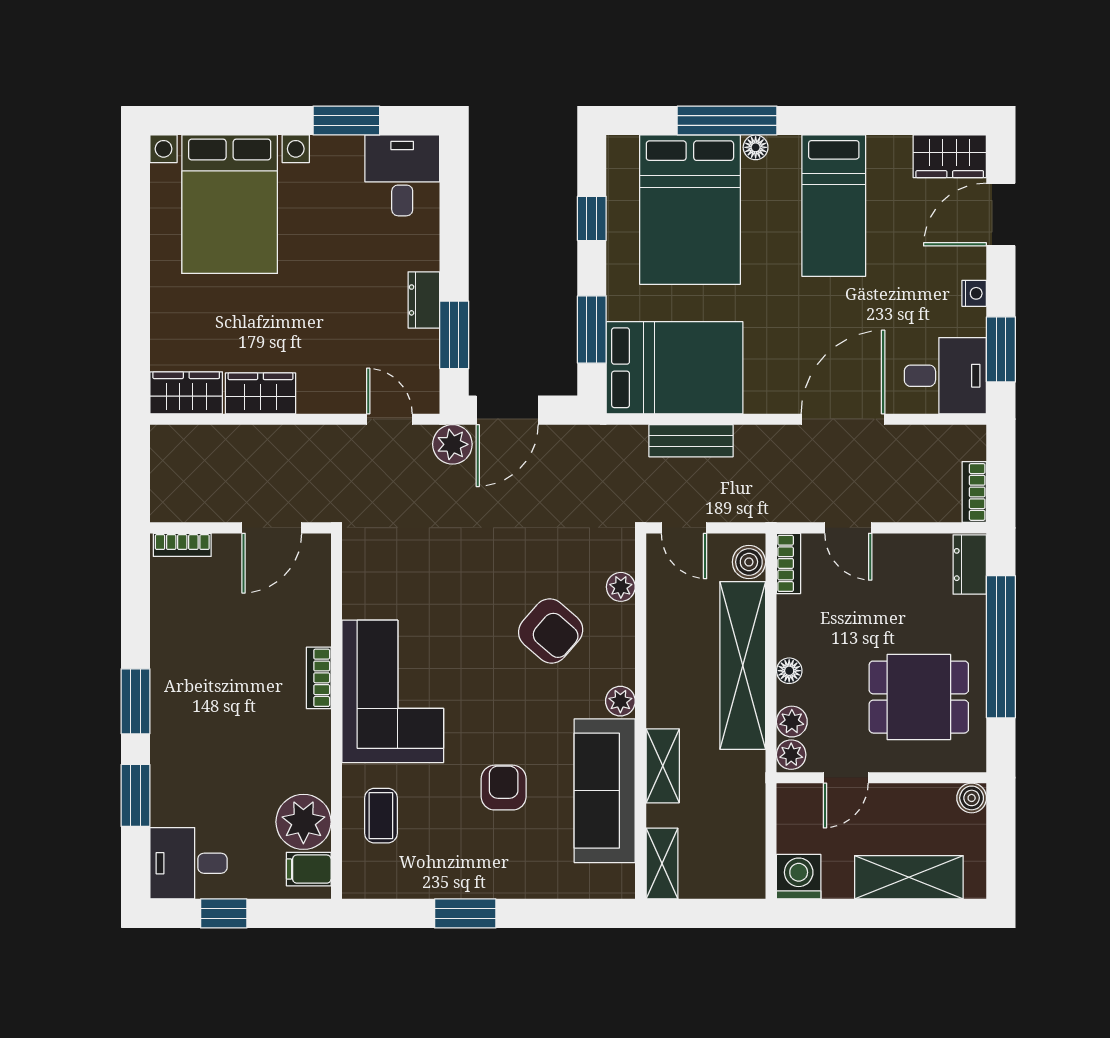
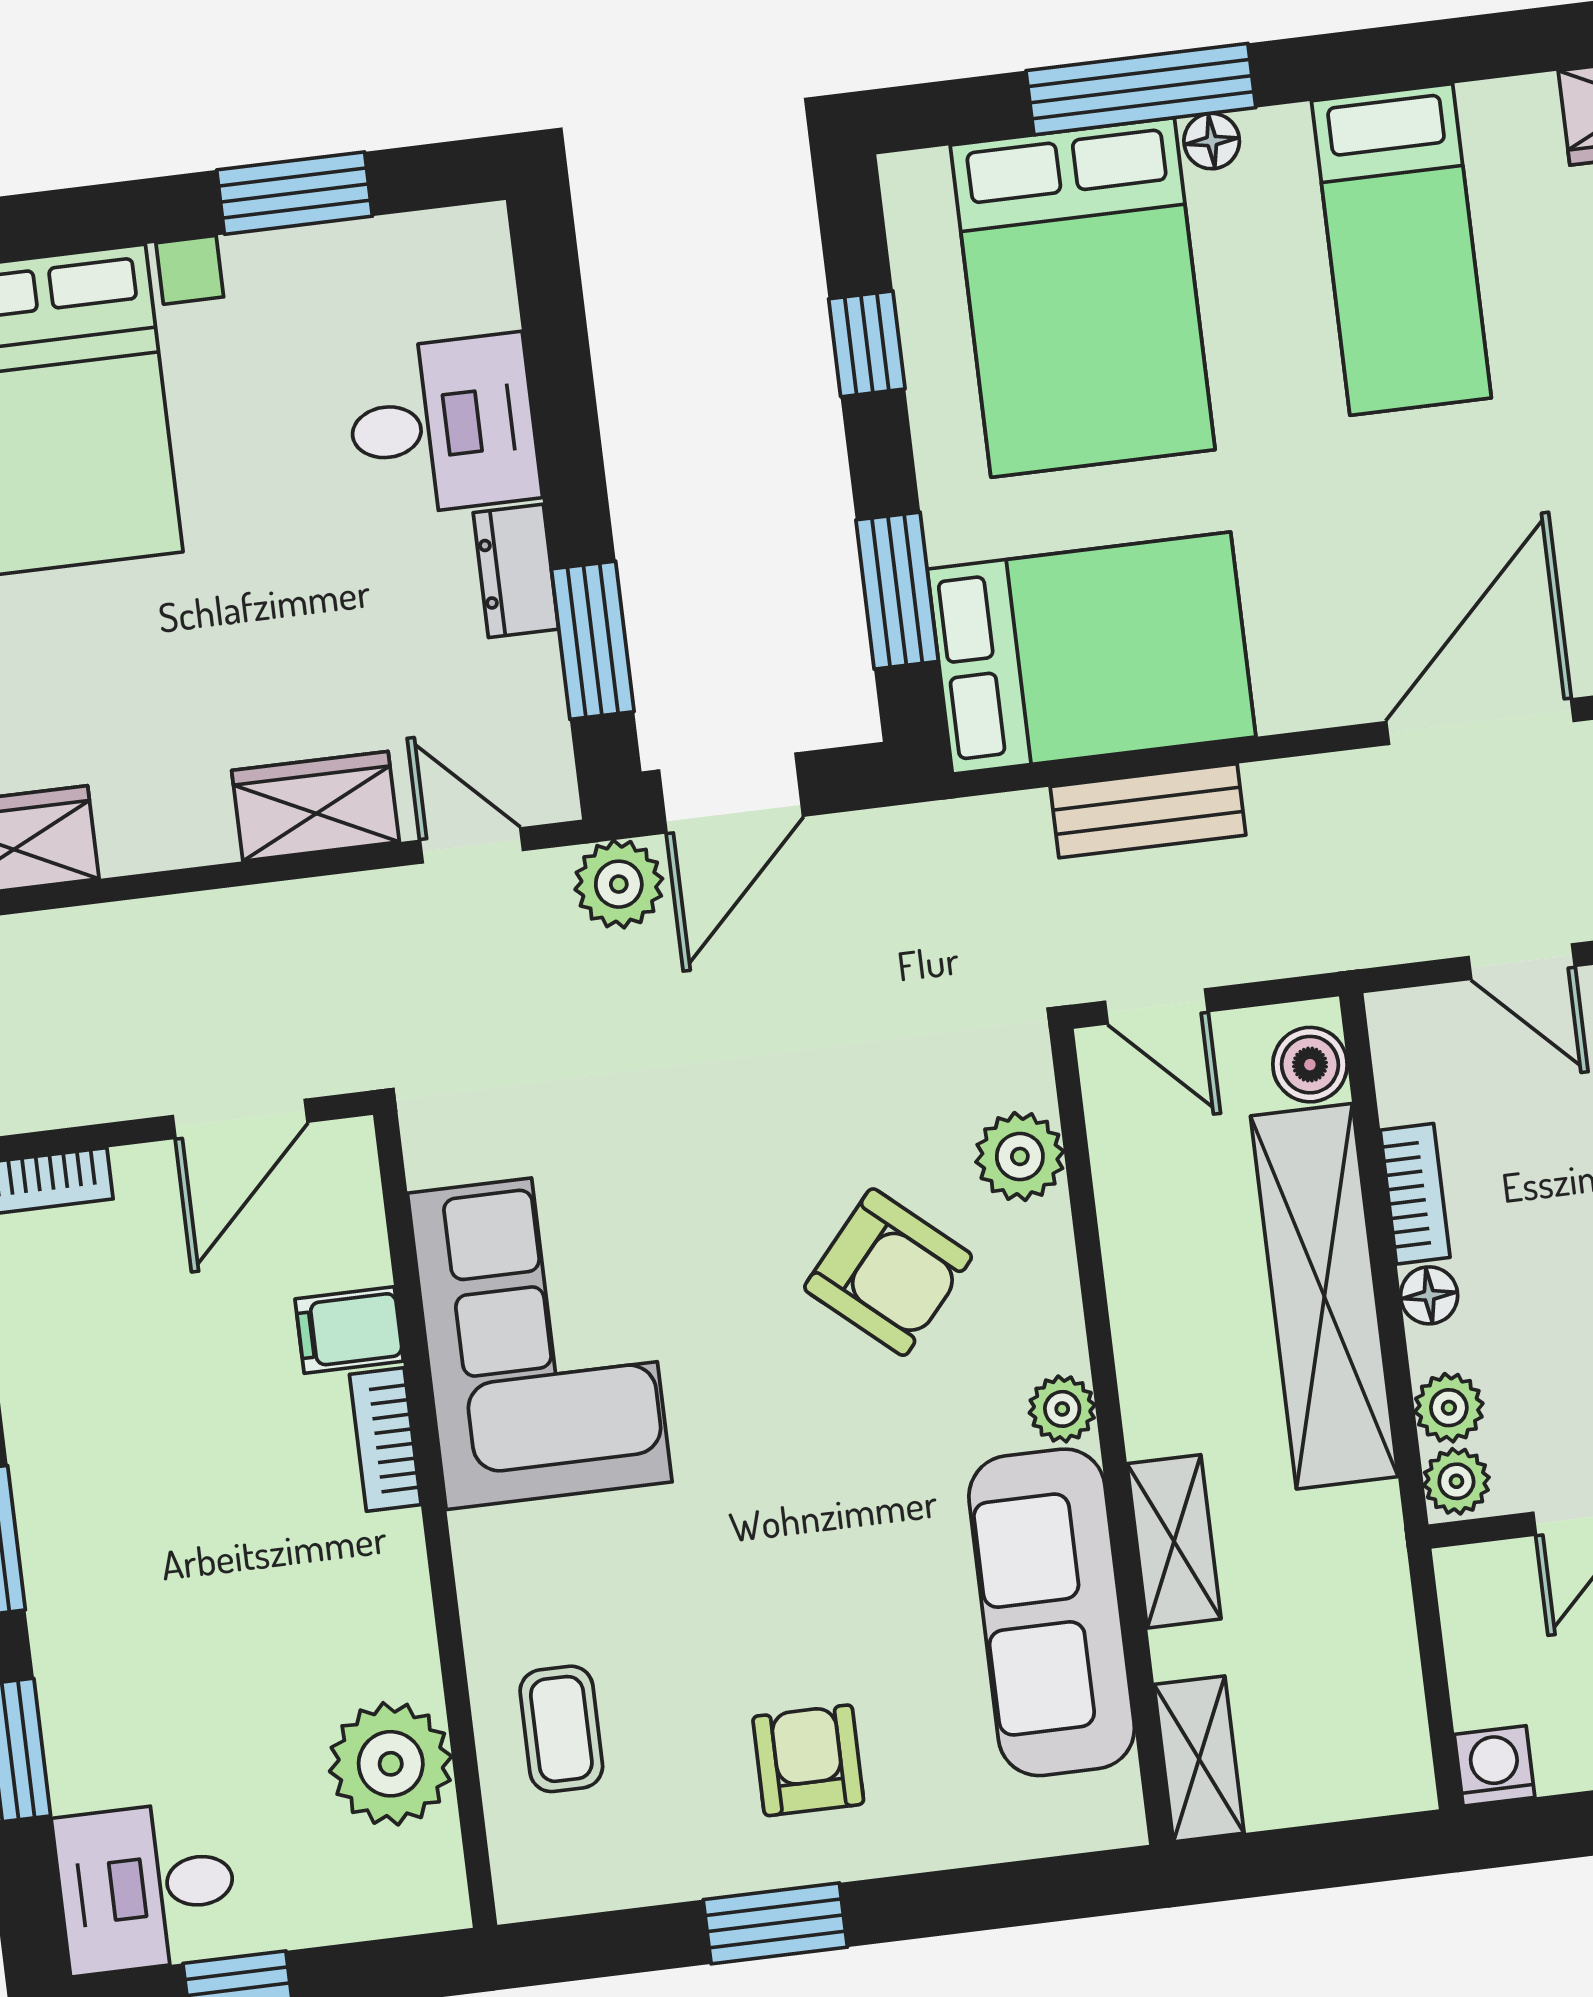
desk: (402, 175) -> (443, 425), moved, turned 90
wardrobe: (260, 393) -> (315, 806), moved
bookcase: (788, 563) -> (1415, 1194), moved
plant: (621, 587) -> (1020, 1156), width x1.38, depth x1.38
corner sofa: (393, 691) -> (540, 1337), moved
armchair: (504, 788) -> (808, 1760), moved
filing cabinet: (309, 869) -> (349, 1330), moved
washing machine: (799, 877) -> (1495, 1766), width x0.73, depth x0.73

